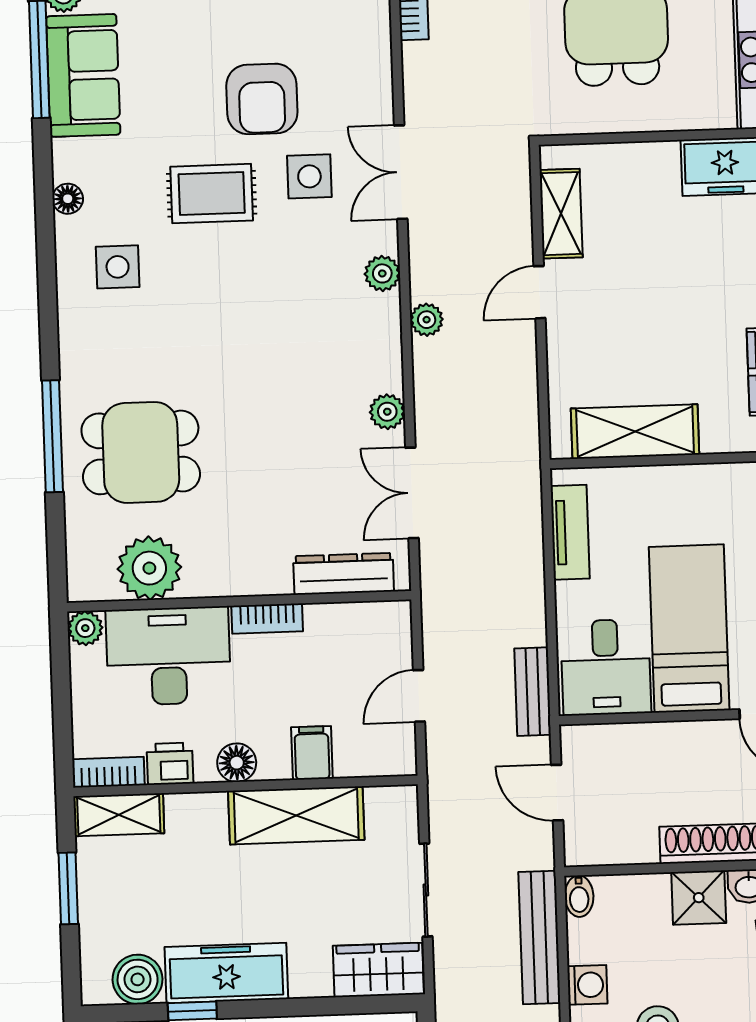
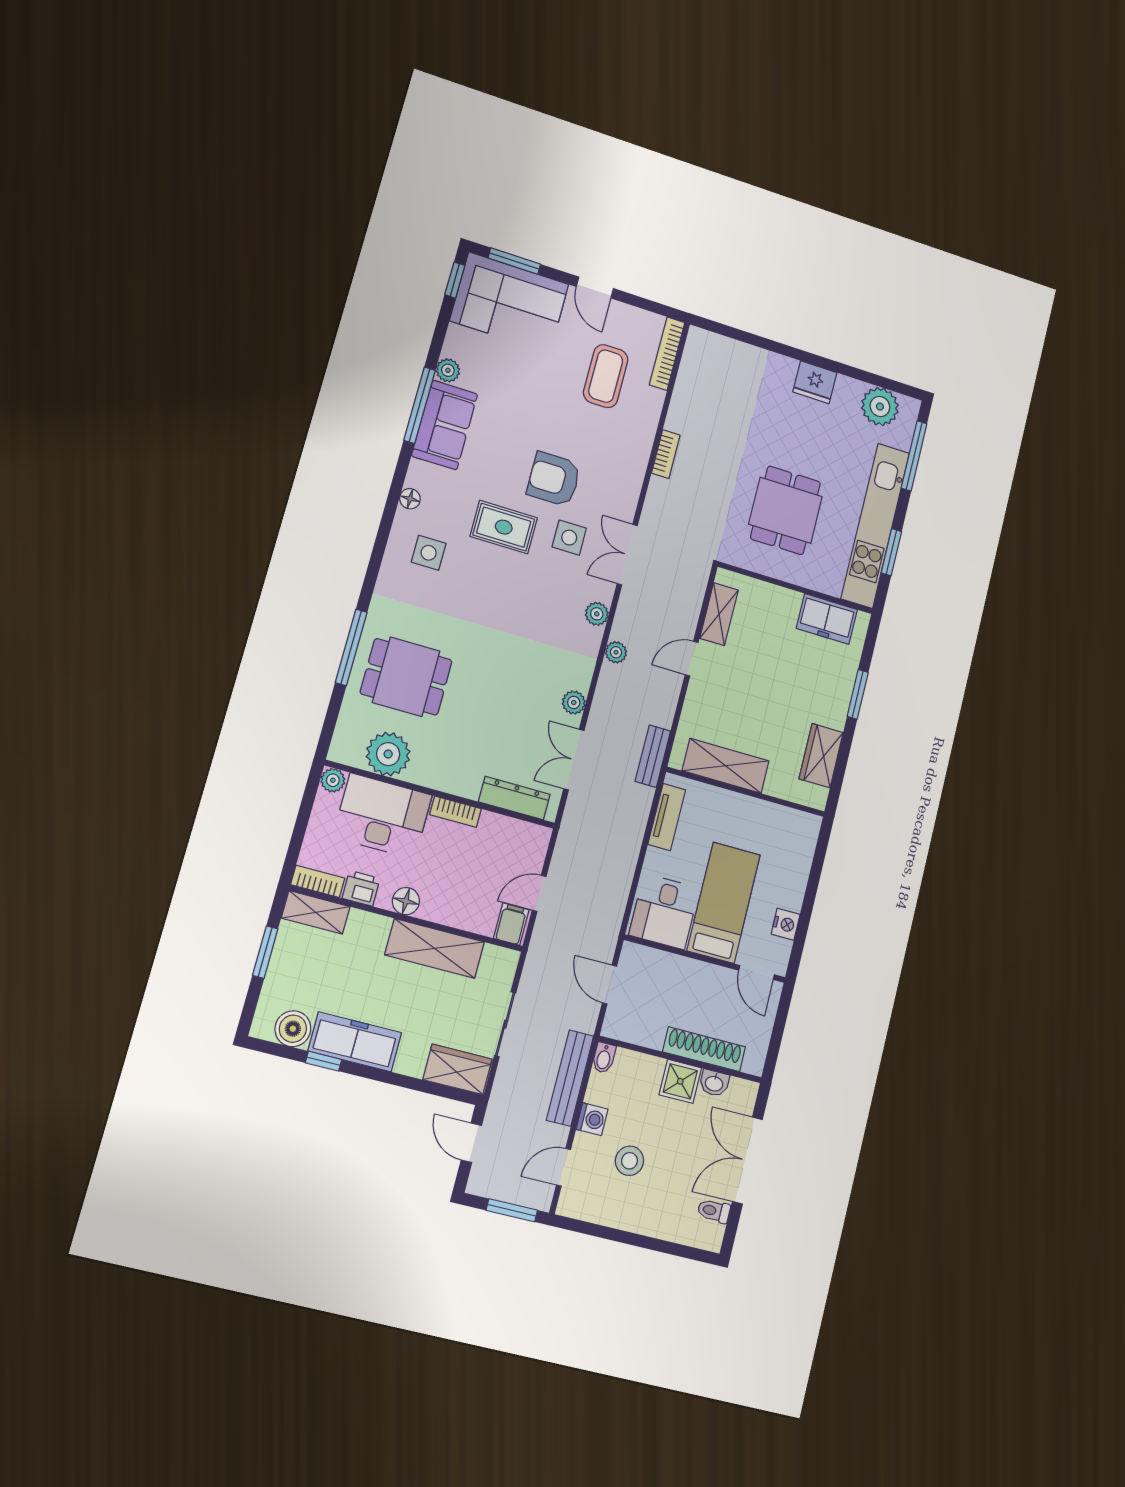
armchair: (262, 99) -> (554, 479), turned 90
bench: (533, 692) -> (653, 756), moved
filing cabinet: (312, 753) -> (511, 924), moved

